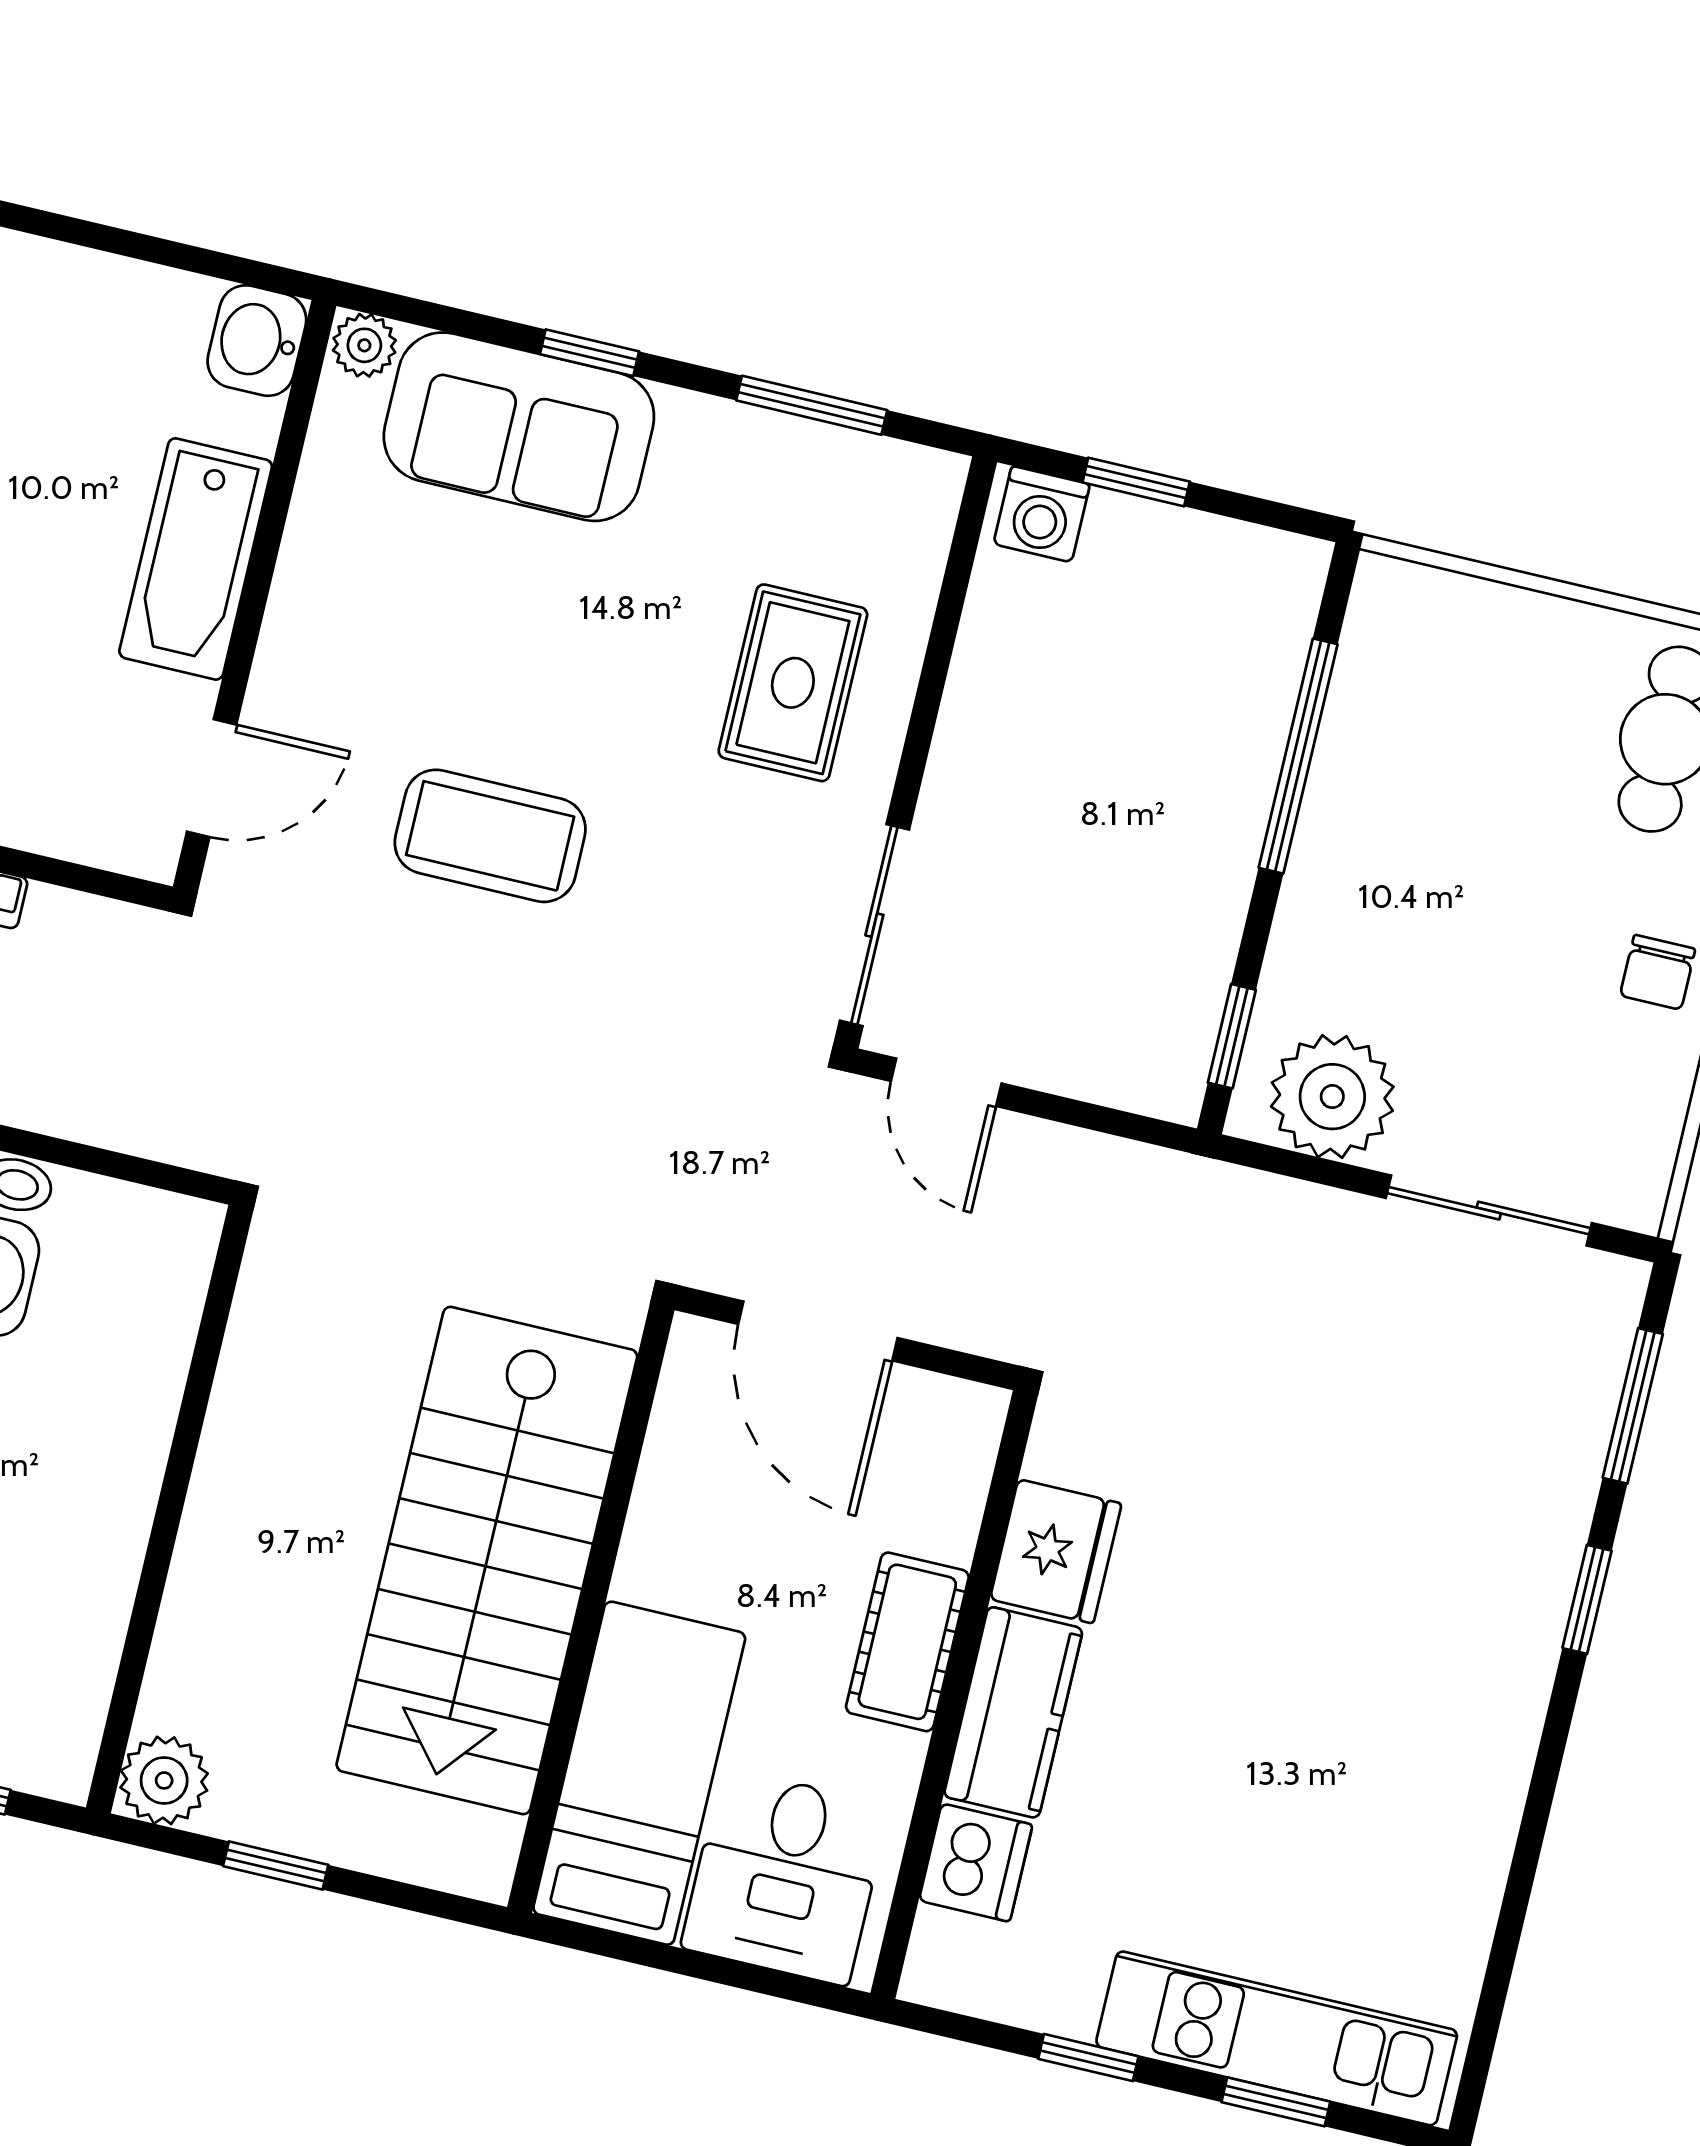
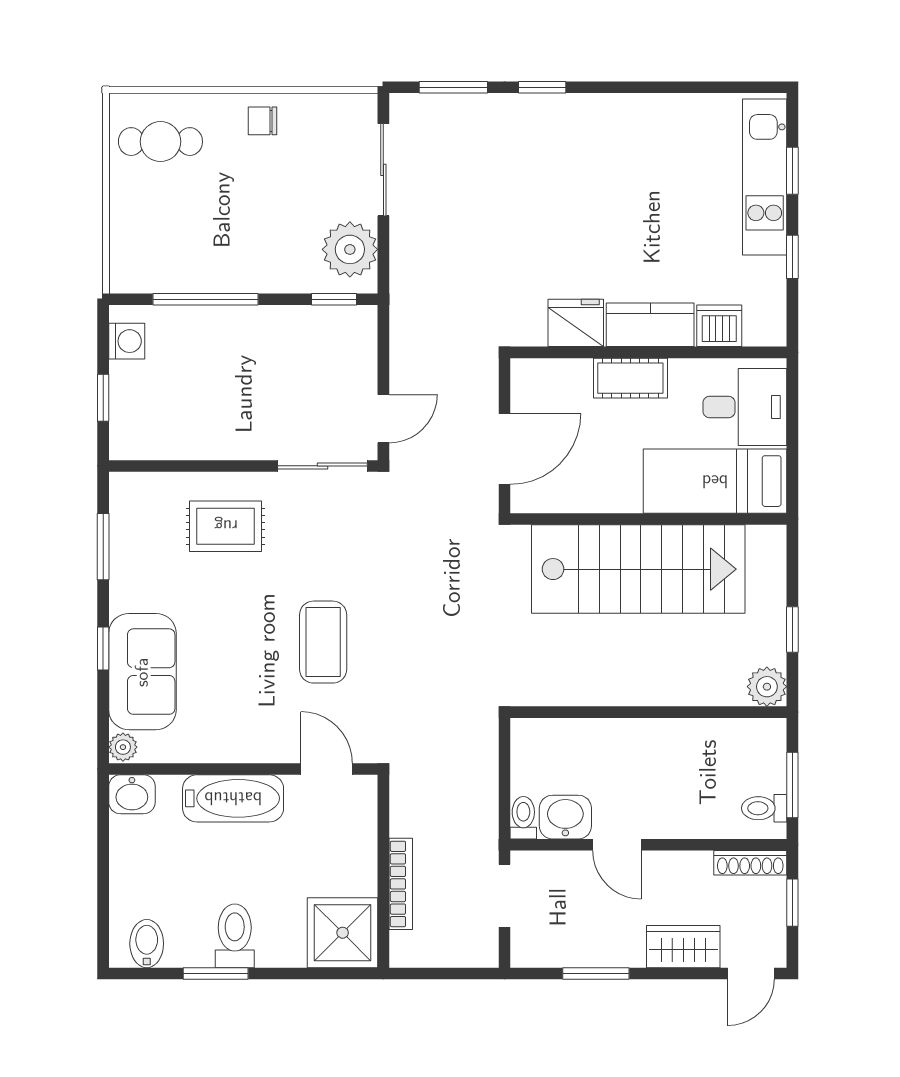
washing machine: (1042, 514) -> (127, 341), moved
chair: (1658, 972) -> (263, 121), turned 180

